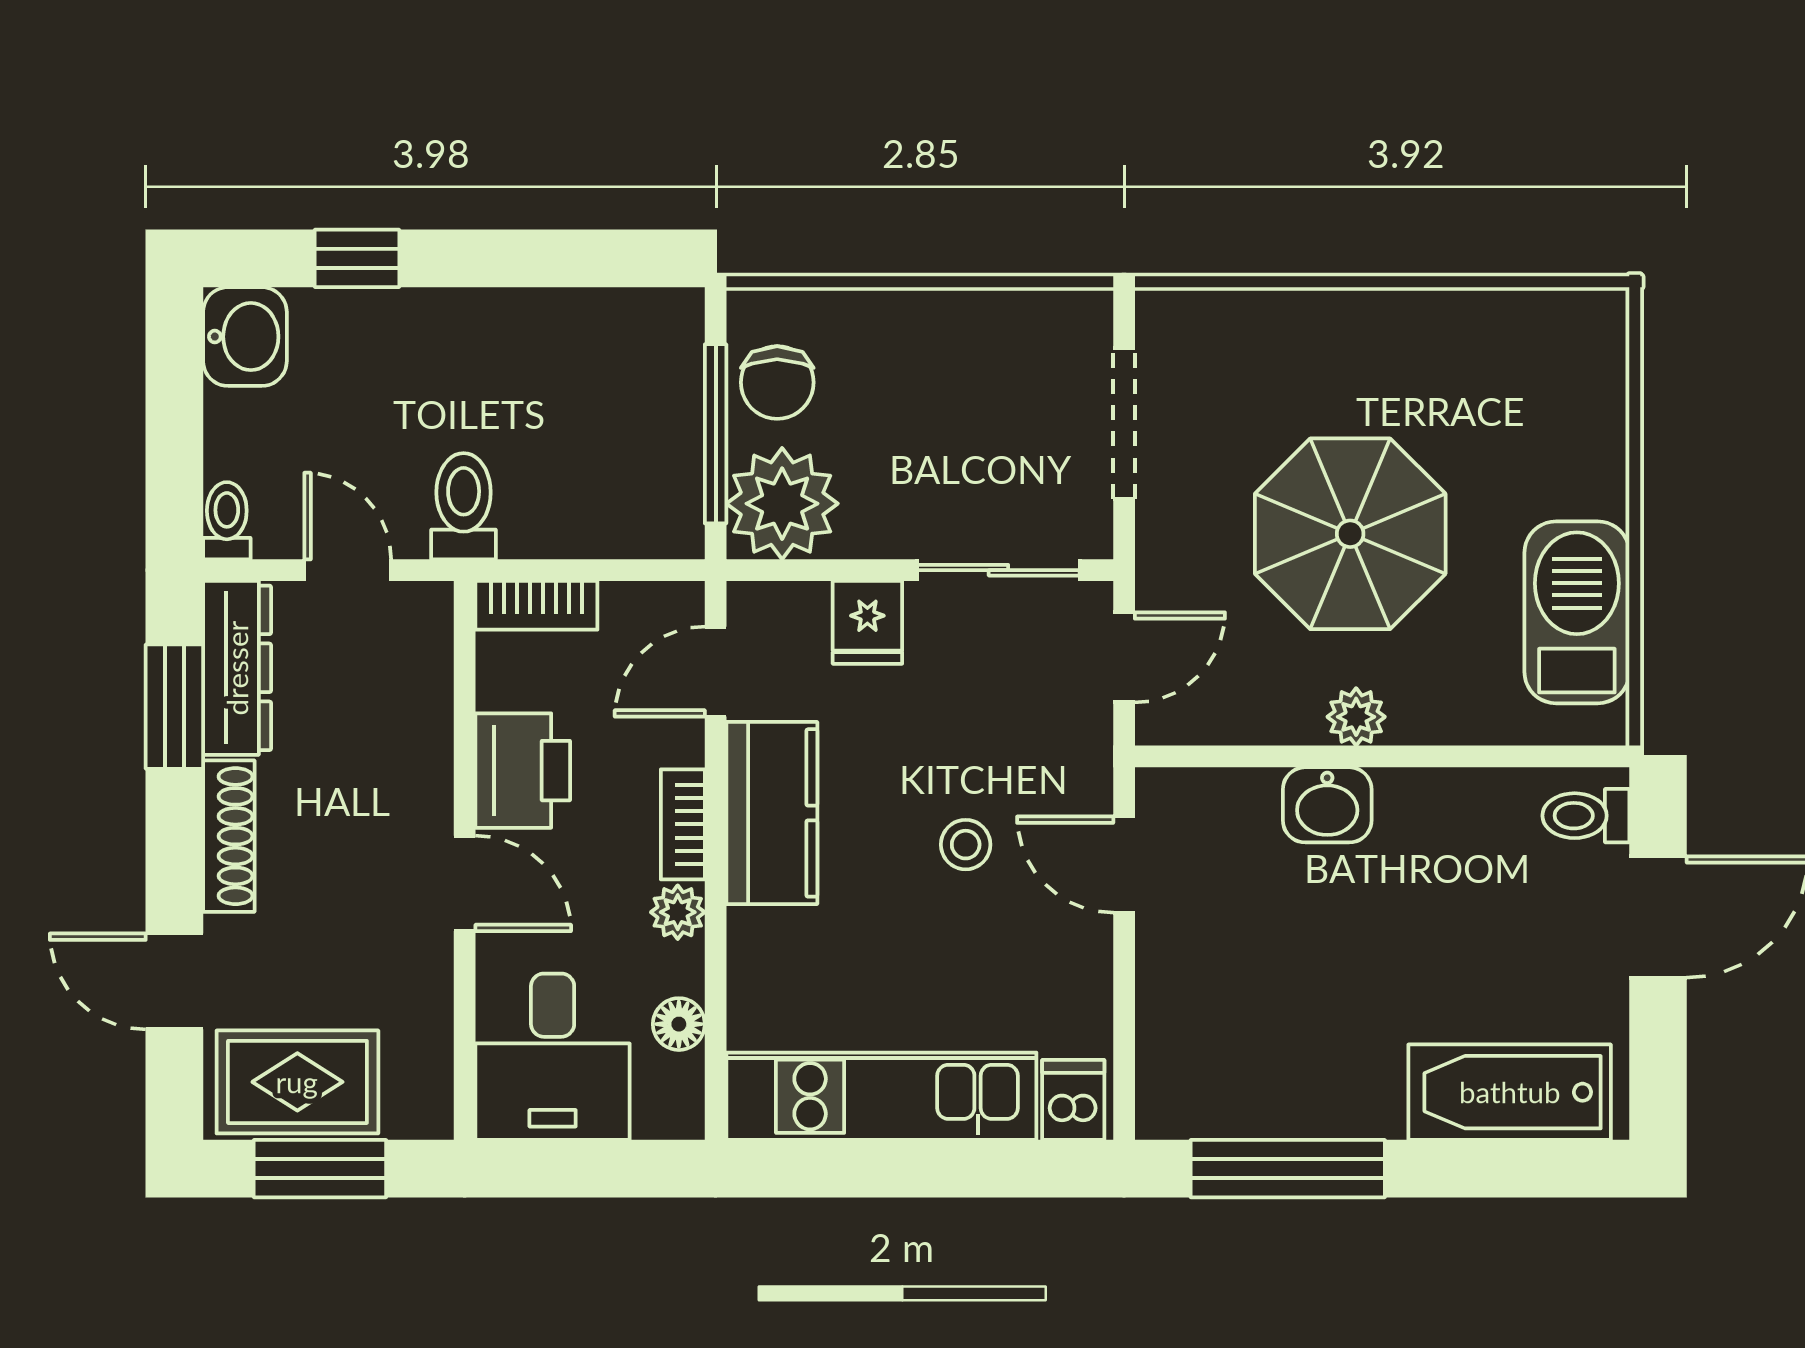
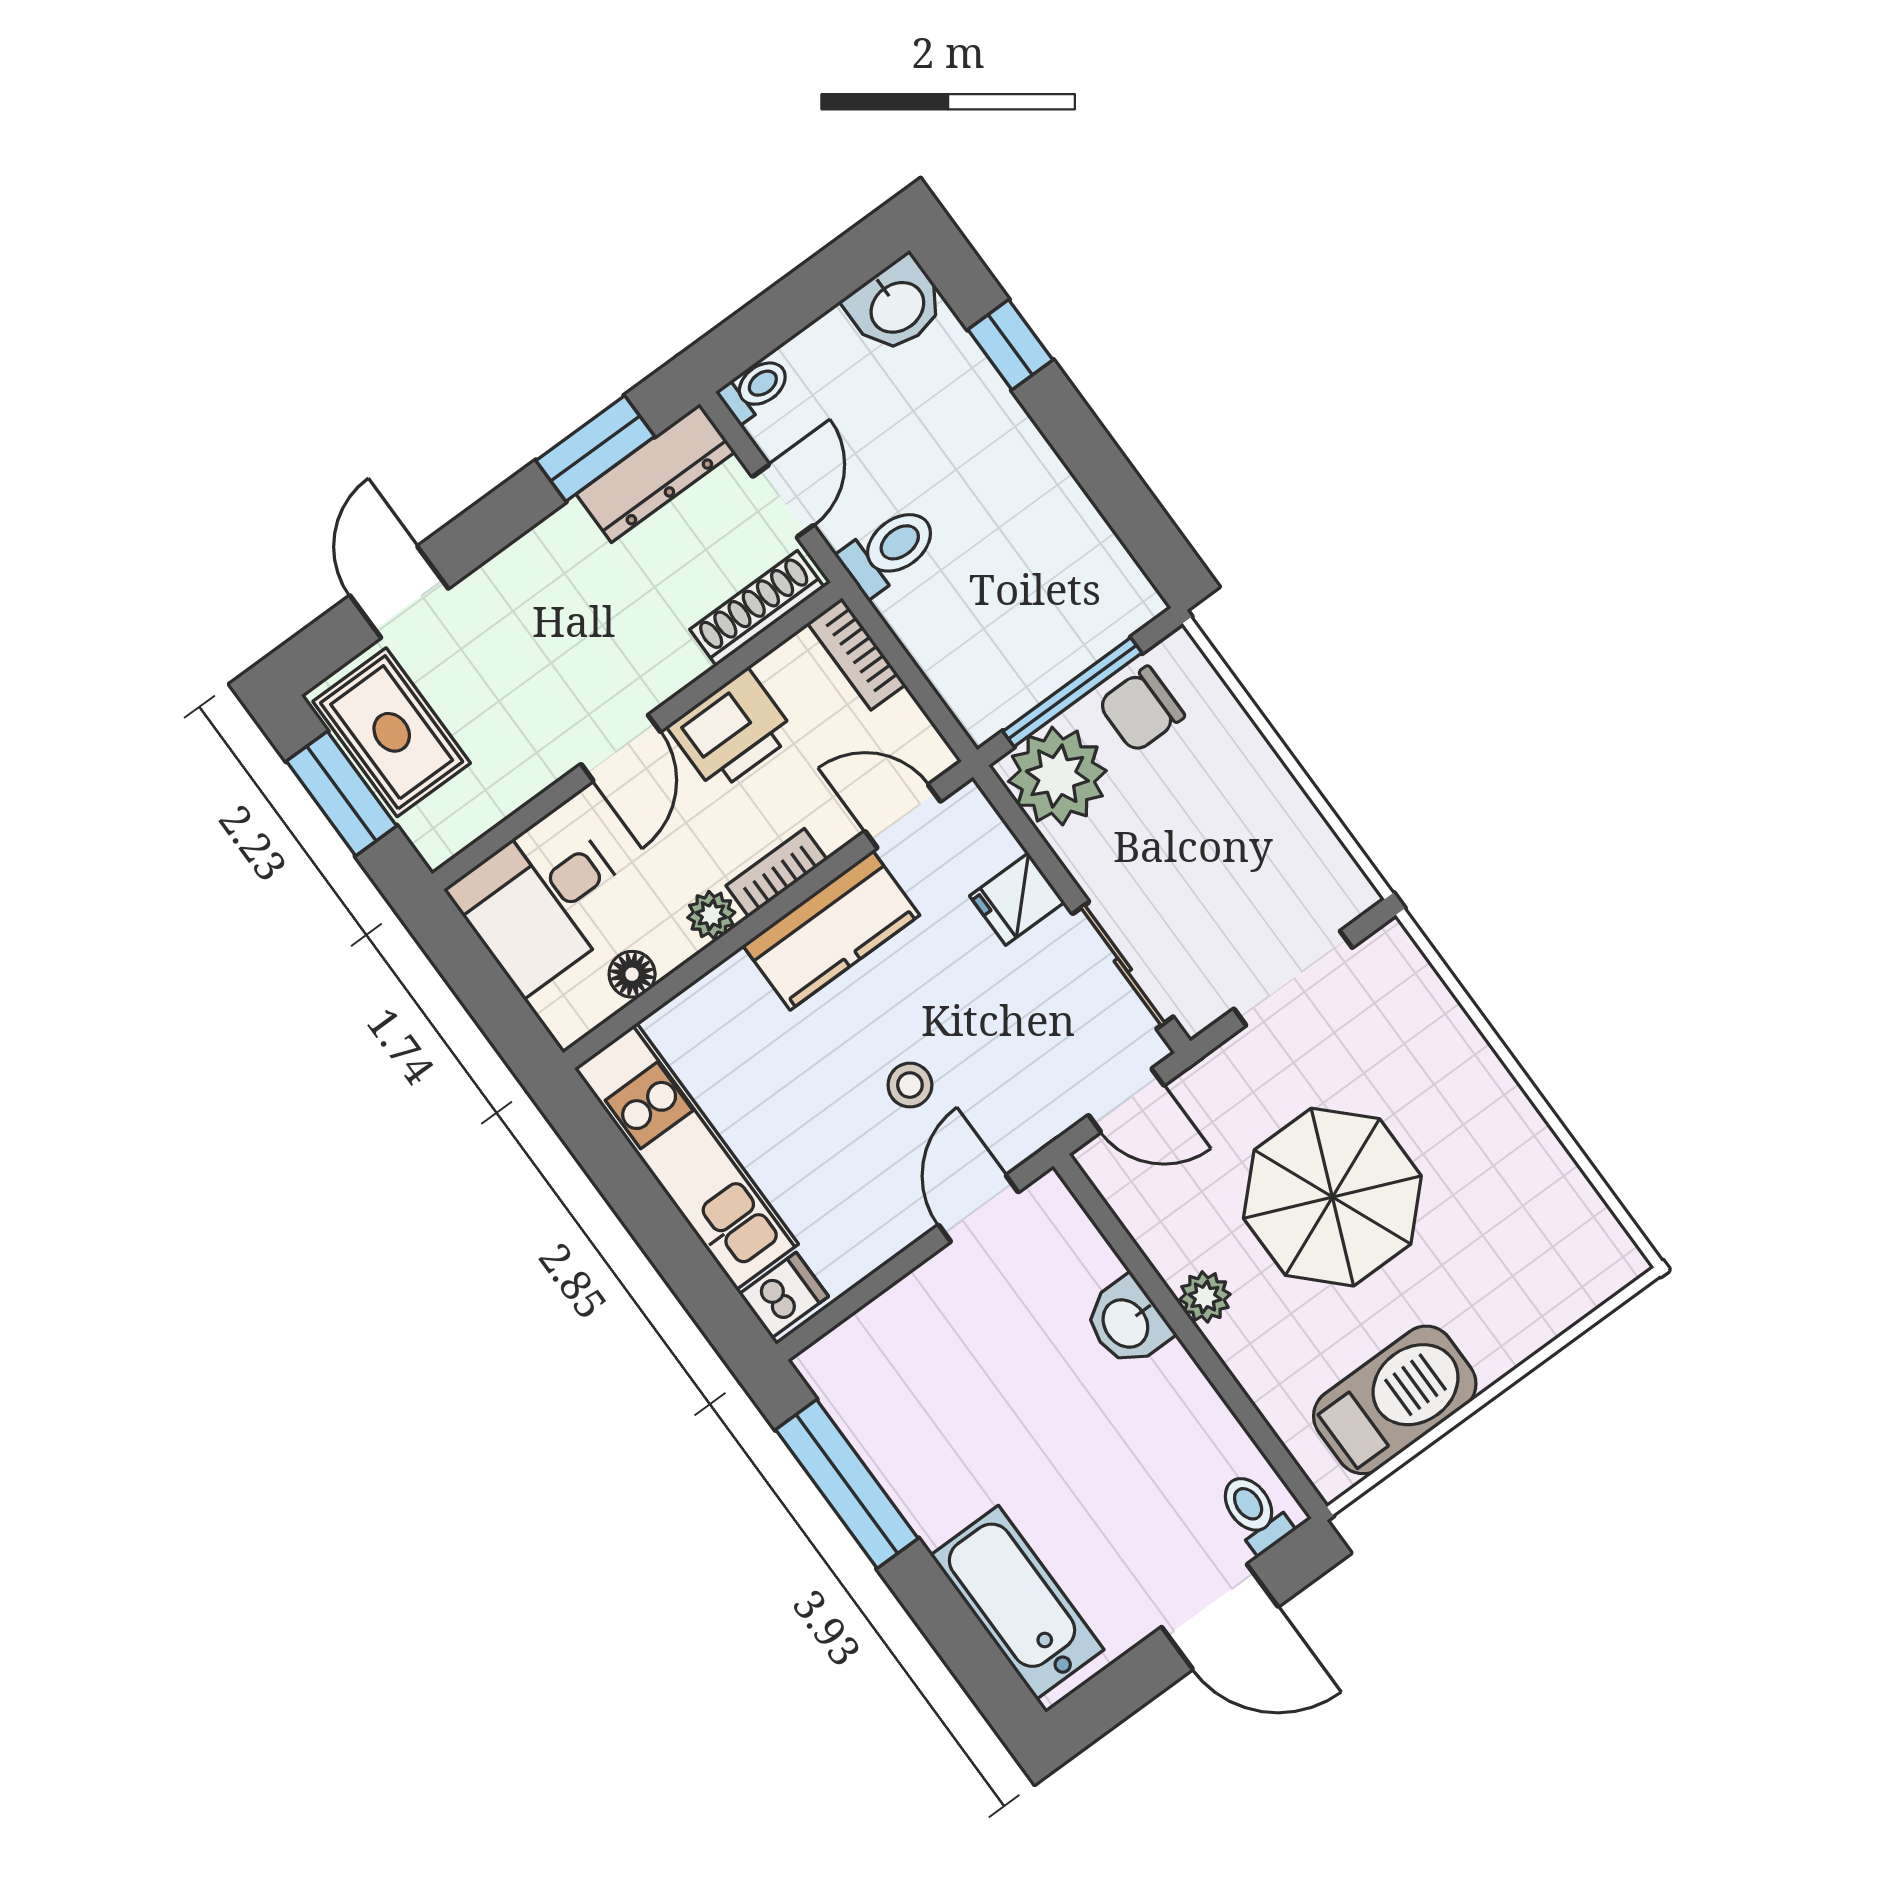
shoe rack: (229, 836) -> (757, 608), moved, turned 180

